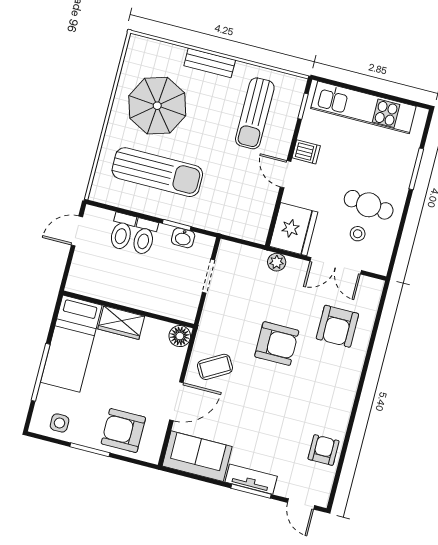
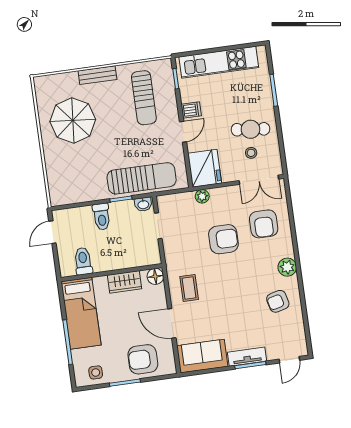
sun lounger: (157, 172) -> (142, 178), moved
door: (286, 174) -> (183, 132), swing flipped
toilet: (122, 231) -> (83, 261), moved, turned 180
washbasin: (183, 238) -> (143, 204), moved
double door: (336, 266) -> (259, 180), moved
wardrobe: (121, 323) -> (125, 282), moved
armchair: (277, 344) -> (223, 239), moved
coffee table: (215, 367) -> (189, 288), turned -60
plant: (345, 390) -> (287, 267), added
door: (176, 401) -> (172, 323), swing flipped
armchair: (324, 450) -> (278, 301), moved, turned -104
door: (301, 504) -> (289, 360), hinge flipped

